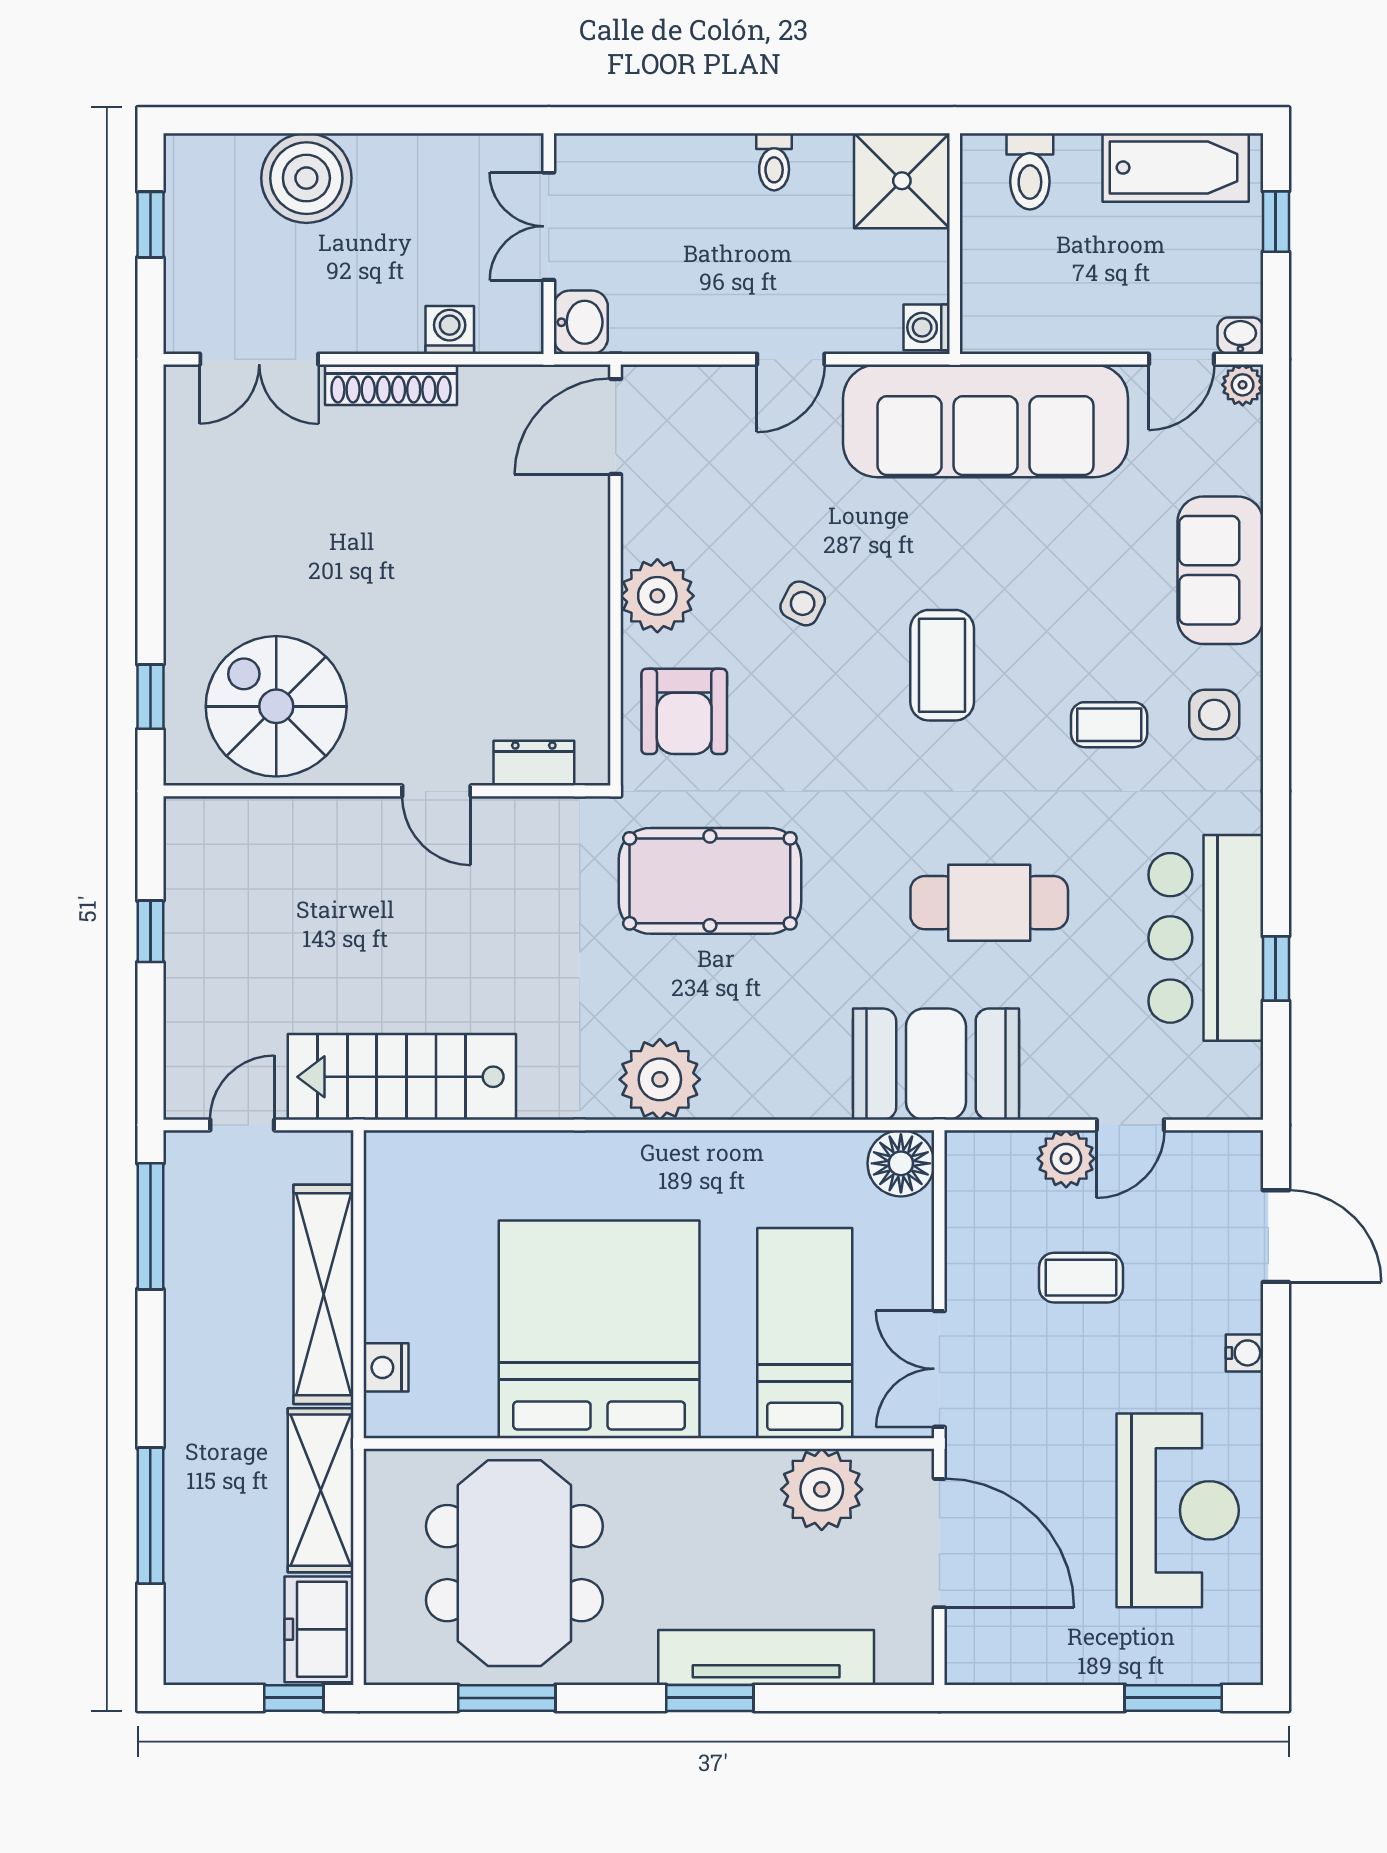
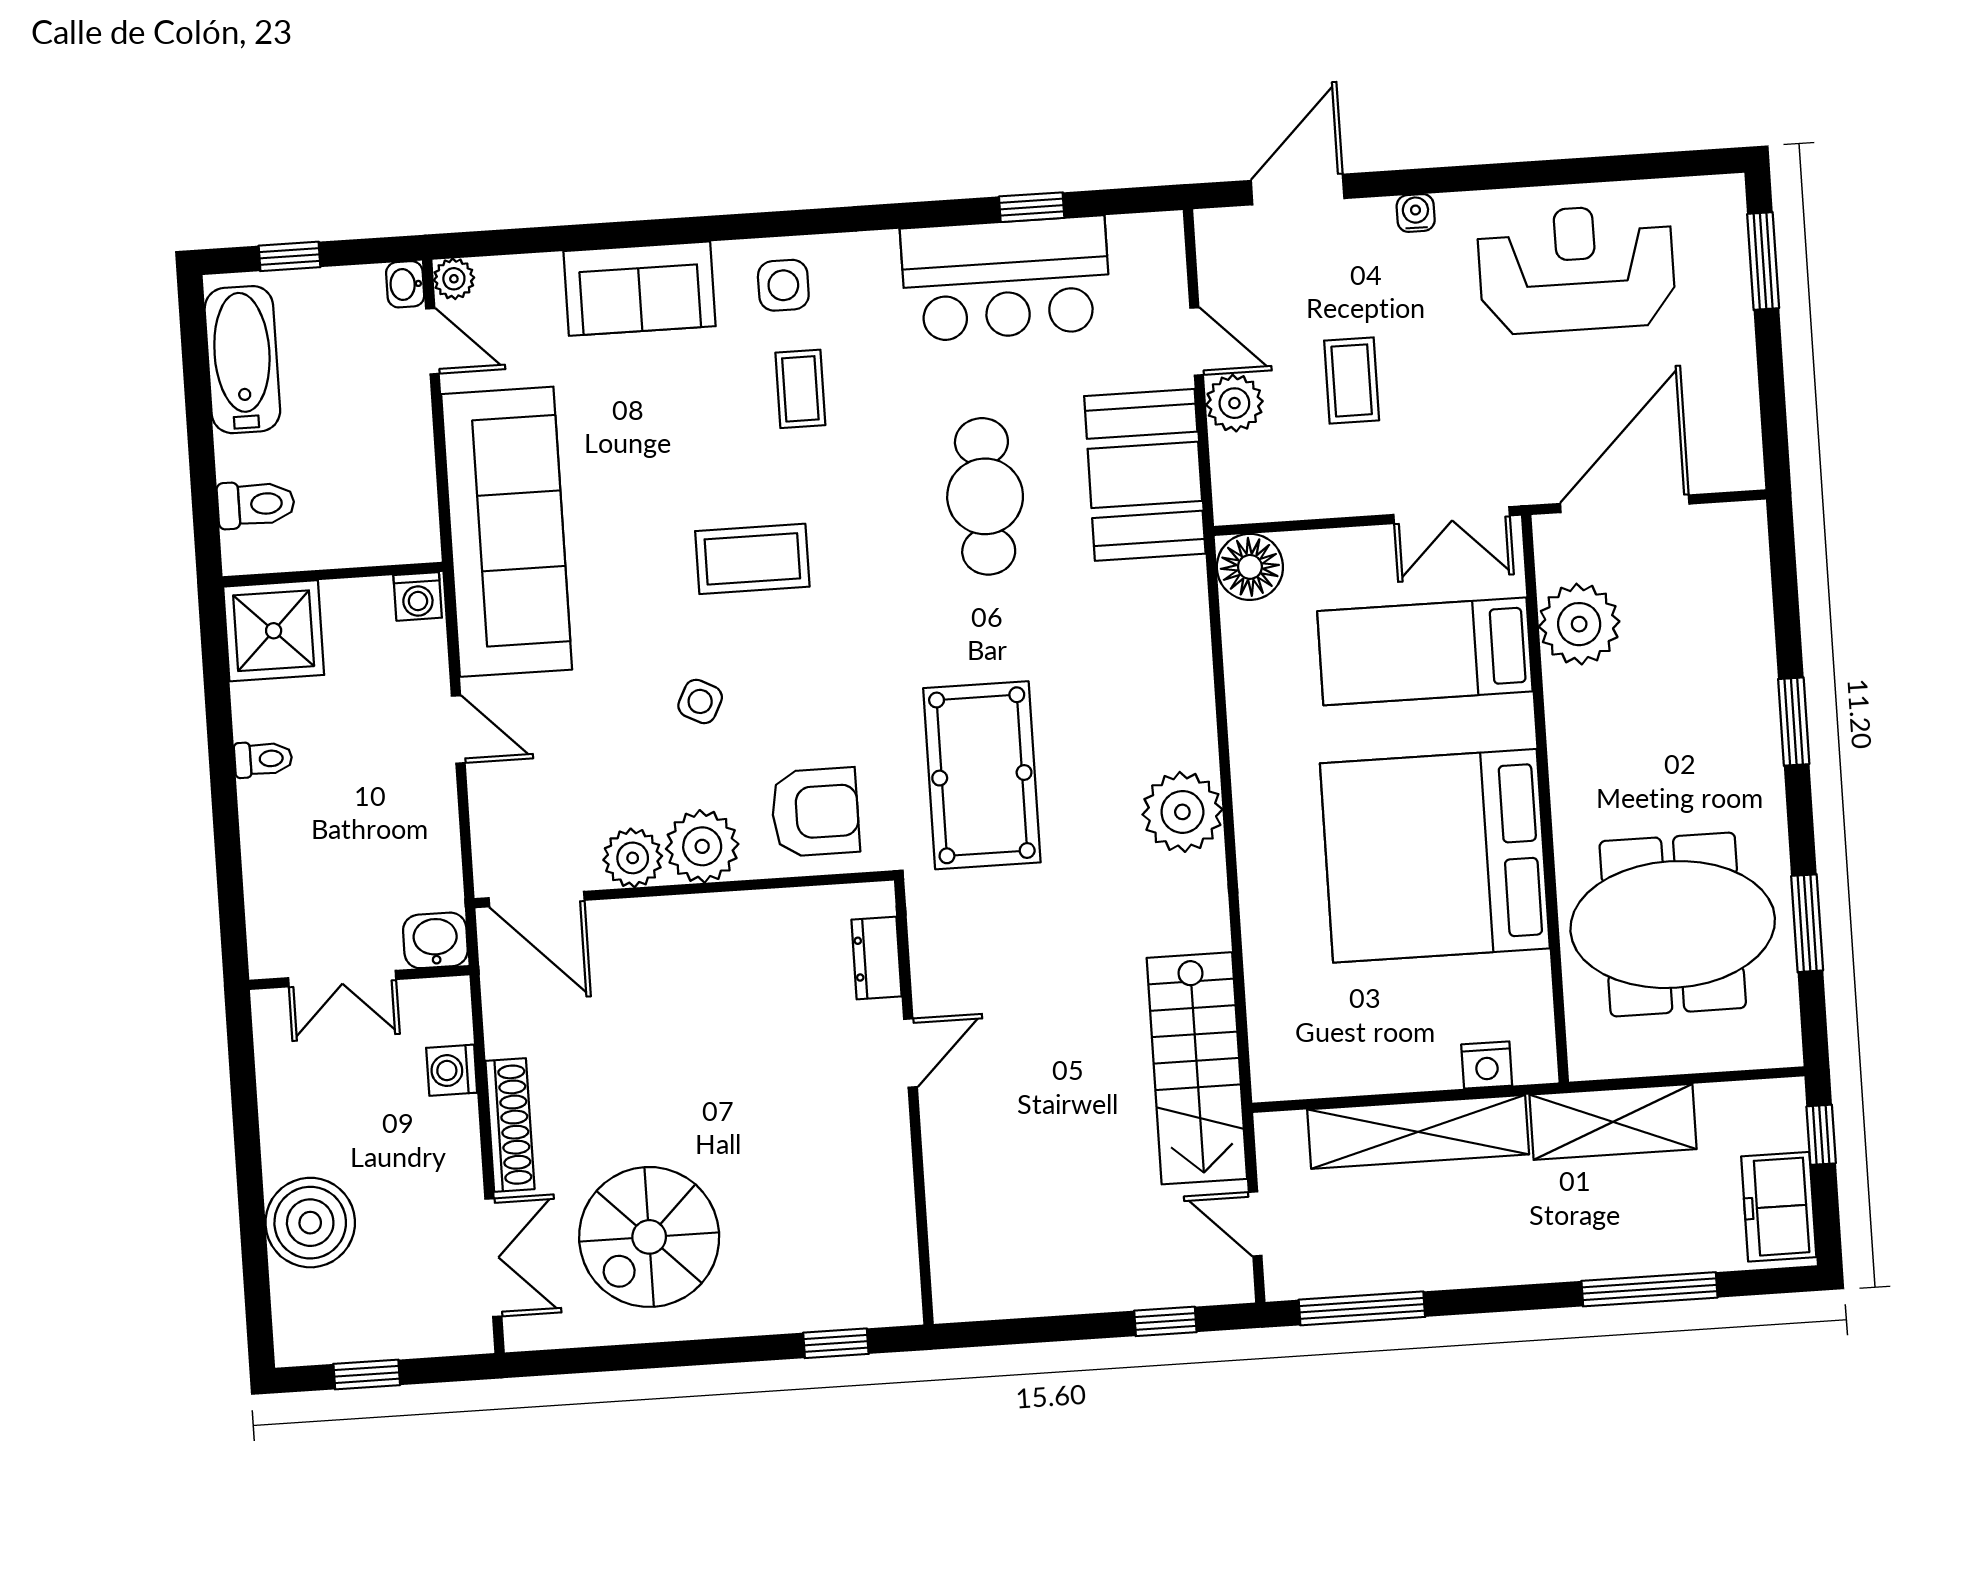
plant: (650, 525) -> (633, 858), added
spiral stairs: (276, 706) -> (649, 1237), moved
window: (150, 931) -> (1165, 1321), moved
booth: (936, 1064) -> (1145, 475), moved
freezer: (319, 1629) -> (1779, 1207), moved, turned 90
tv unit: (766, 1658) -> (1750, 668), removed

